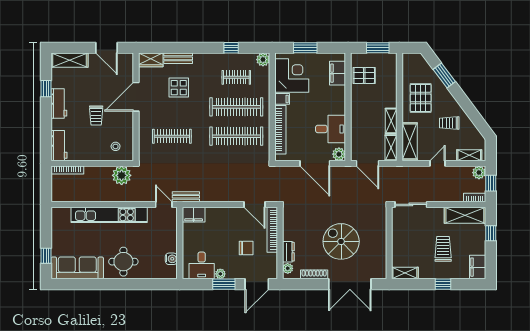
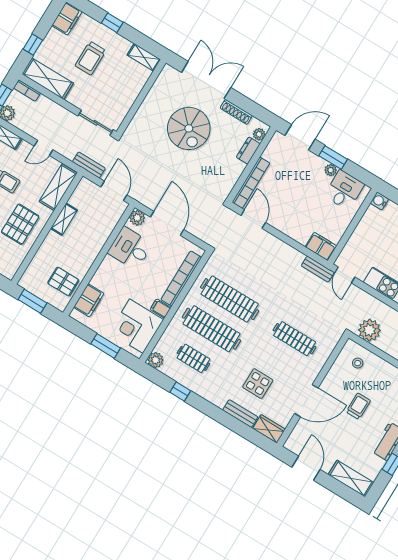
shelving: (391, 148) -> (81, 192), removed
bench: (397, 171) -> (89, 165), added
chair: (246, 248) -> (289, 180), removed
water cooler: (171, 259) -> (379, 201), moved

